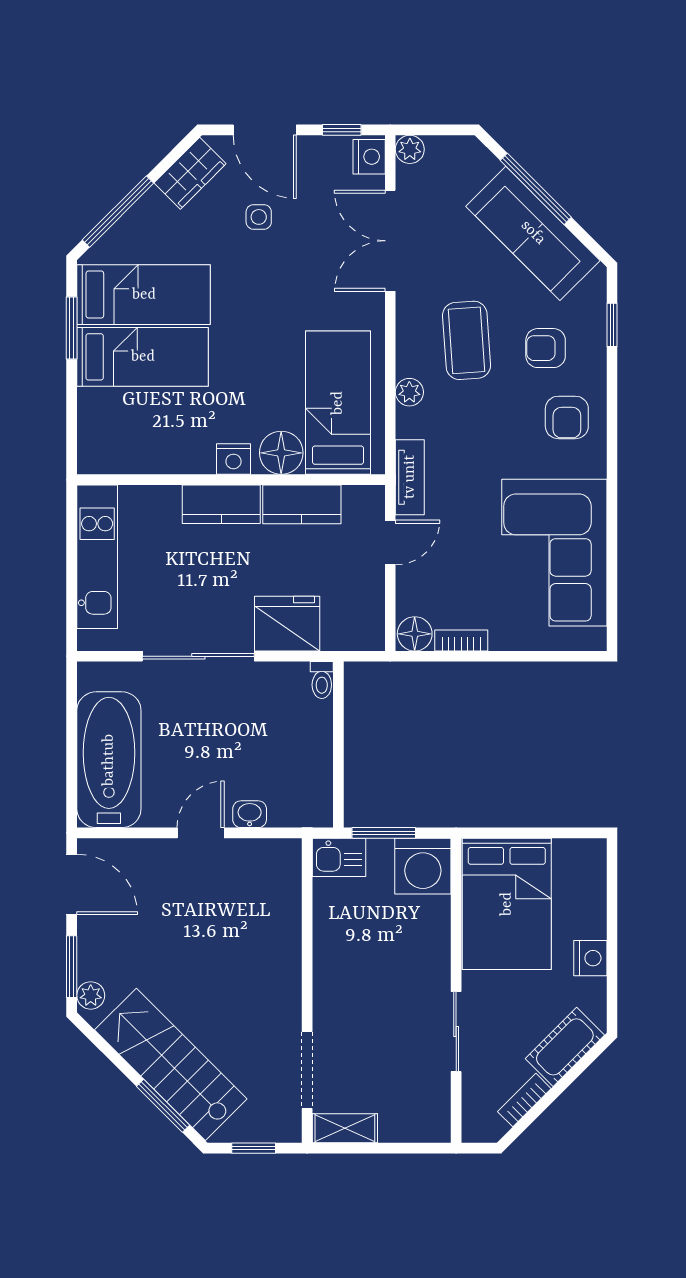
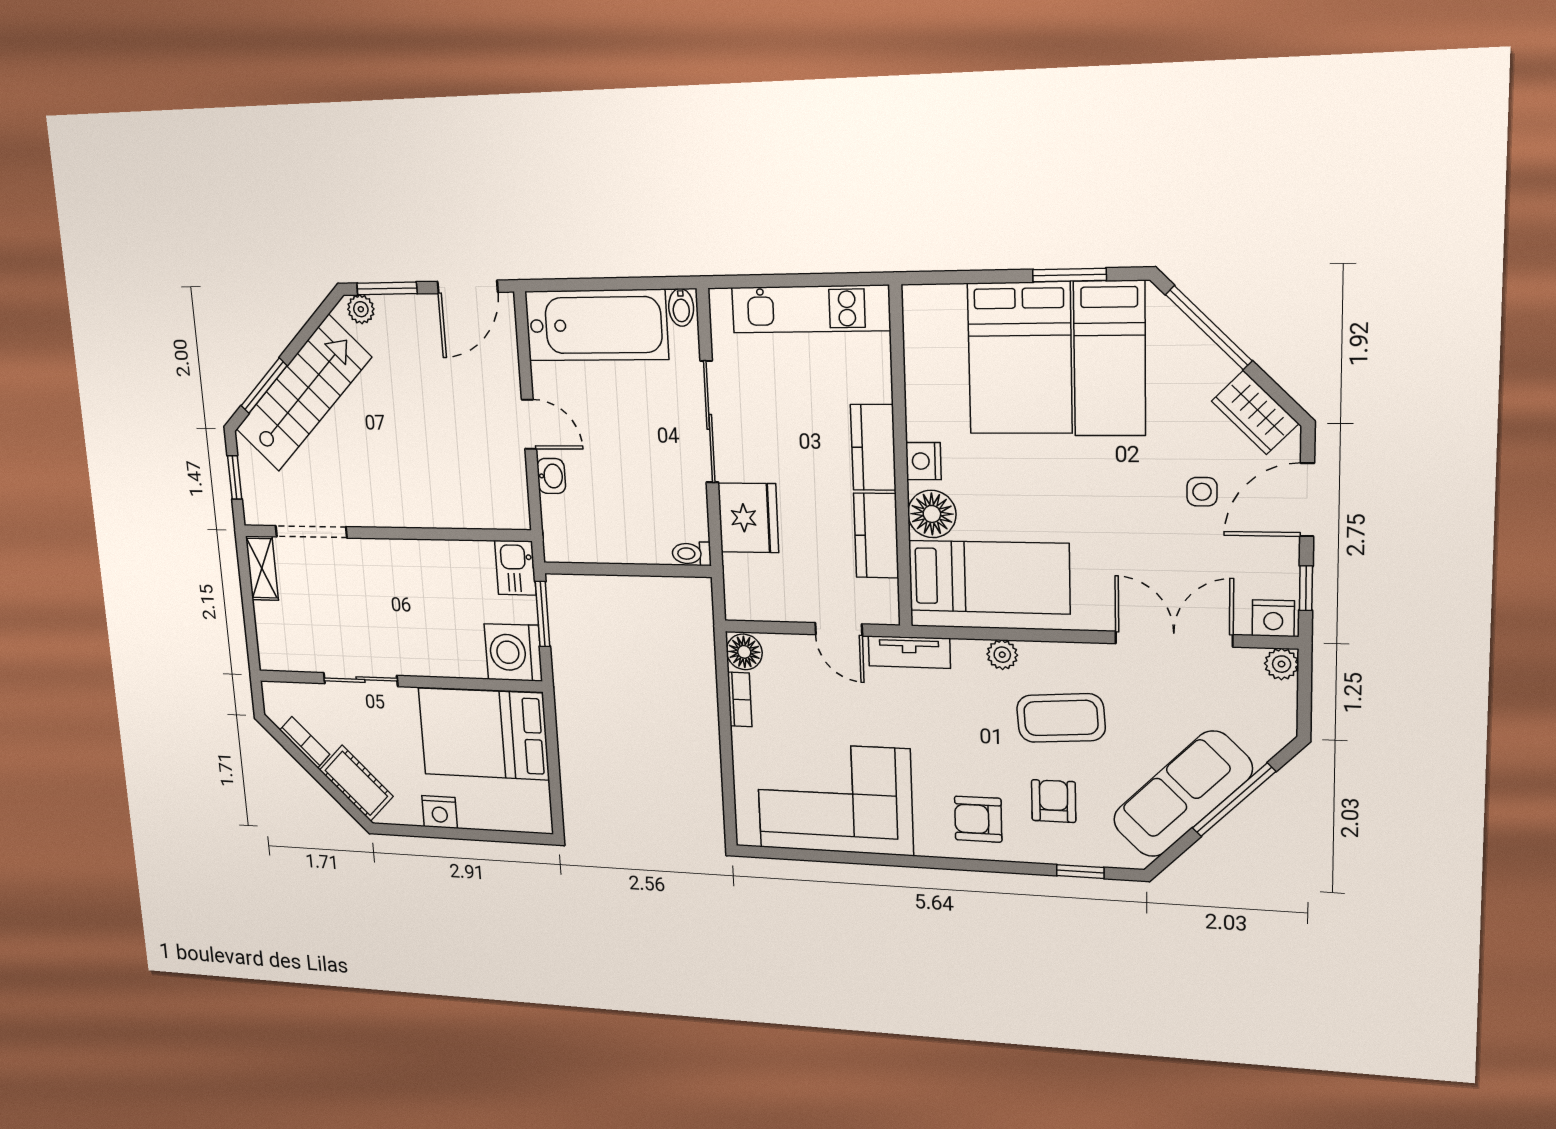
bed: (143, 357) -> (1020, 358), width x1.50
bidet: (94, 677) -> (681, 307), added

